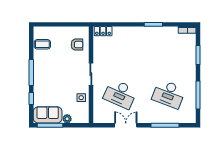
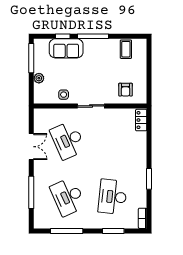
desk: (169, 56) -> (113, 197), added
desk: (120, 94) -> (68, 140), turned -48
desk: (169, 94) -> (68, 197), turned -45
sofa: (48, 115) -> (66, 48), moved, turned 90

